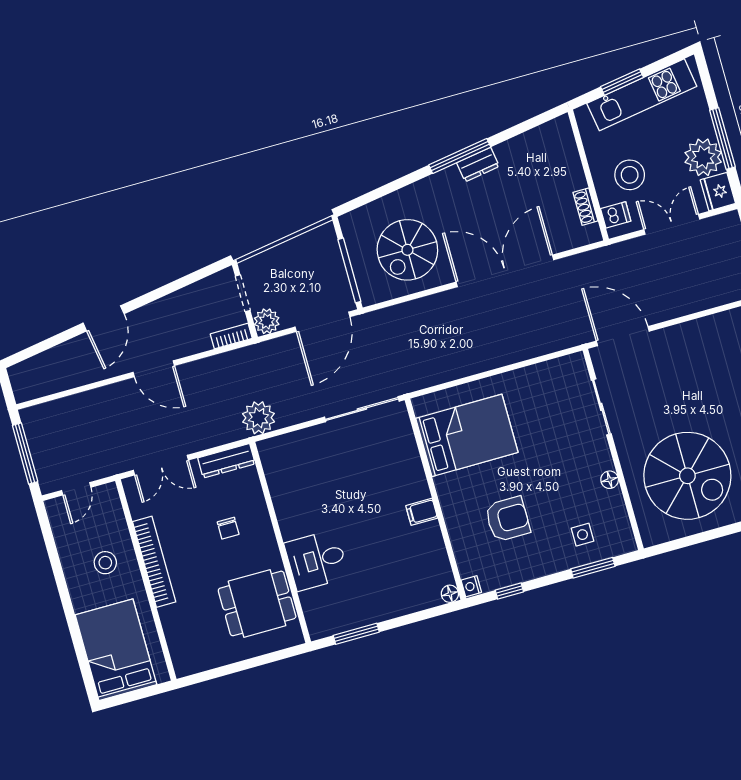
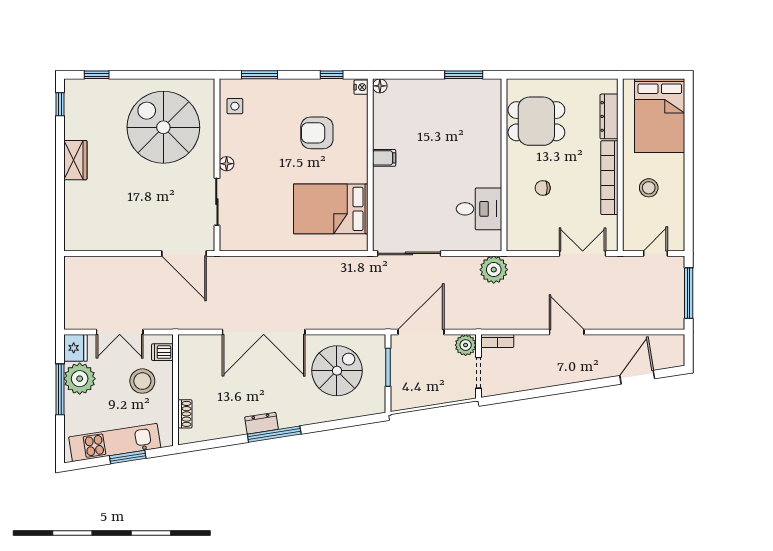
shoe rack: (585, 207) -> (185, 414), moved
window: (349, 270) -> (388, 367), width x0.69
door: (104, 318) -> (637, 377), moved
dresser: (227, 461) -> (609, 116), moved, turned -90
floor lamp: (610, 480) -> (227, 164), moved
chair: (228, 528) -> (543, 188), turned -90
side table: (583, 535) -> (235, 106), moved
desk: (317, 560) -> (479, 209), moved

